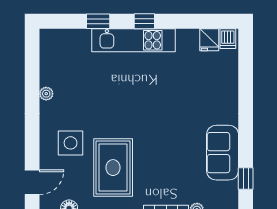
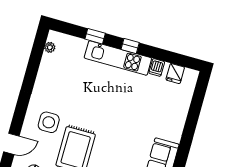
dishwasher: (228, 39) -> (157, 67), moved
plant: (46, 94) -> (50, 47), moved

